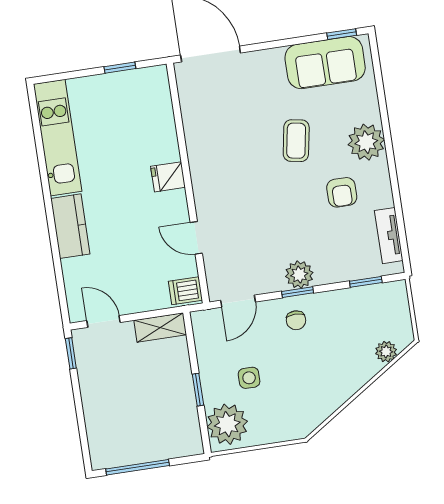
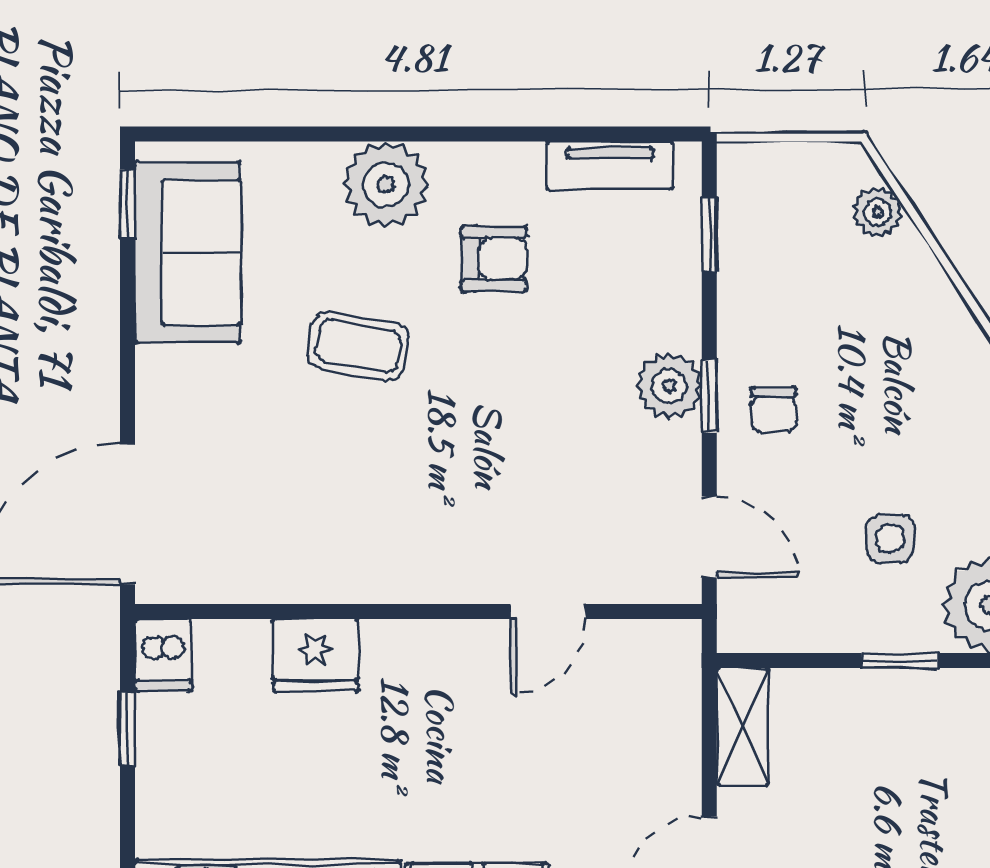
fridge: (168, 177) -> (315, 655), moved, width x1.38
dishwasher: (185, 291) -> (163, 655), moved
chair: (296, 320) -> (774, 410), turned 90

